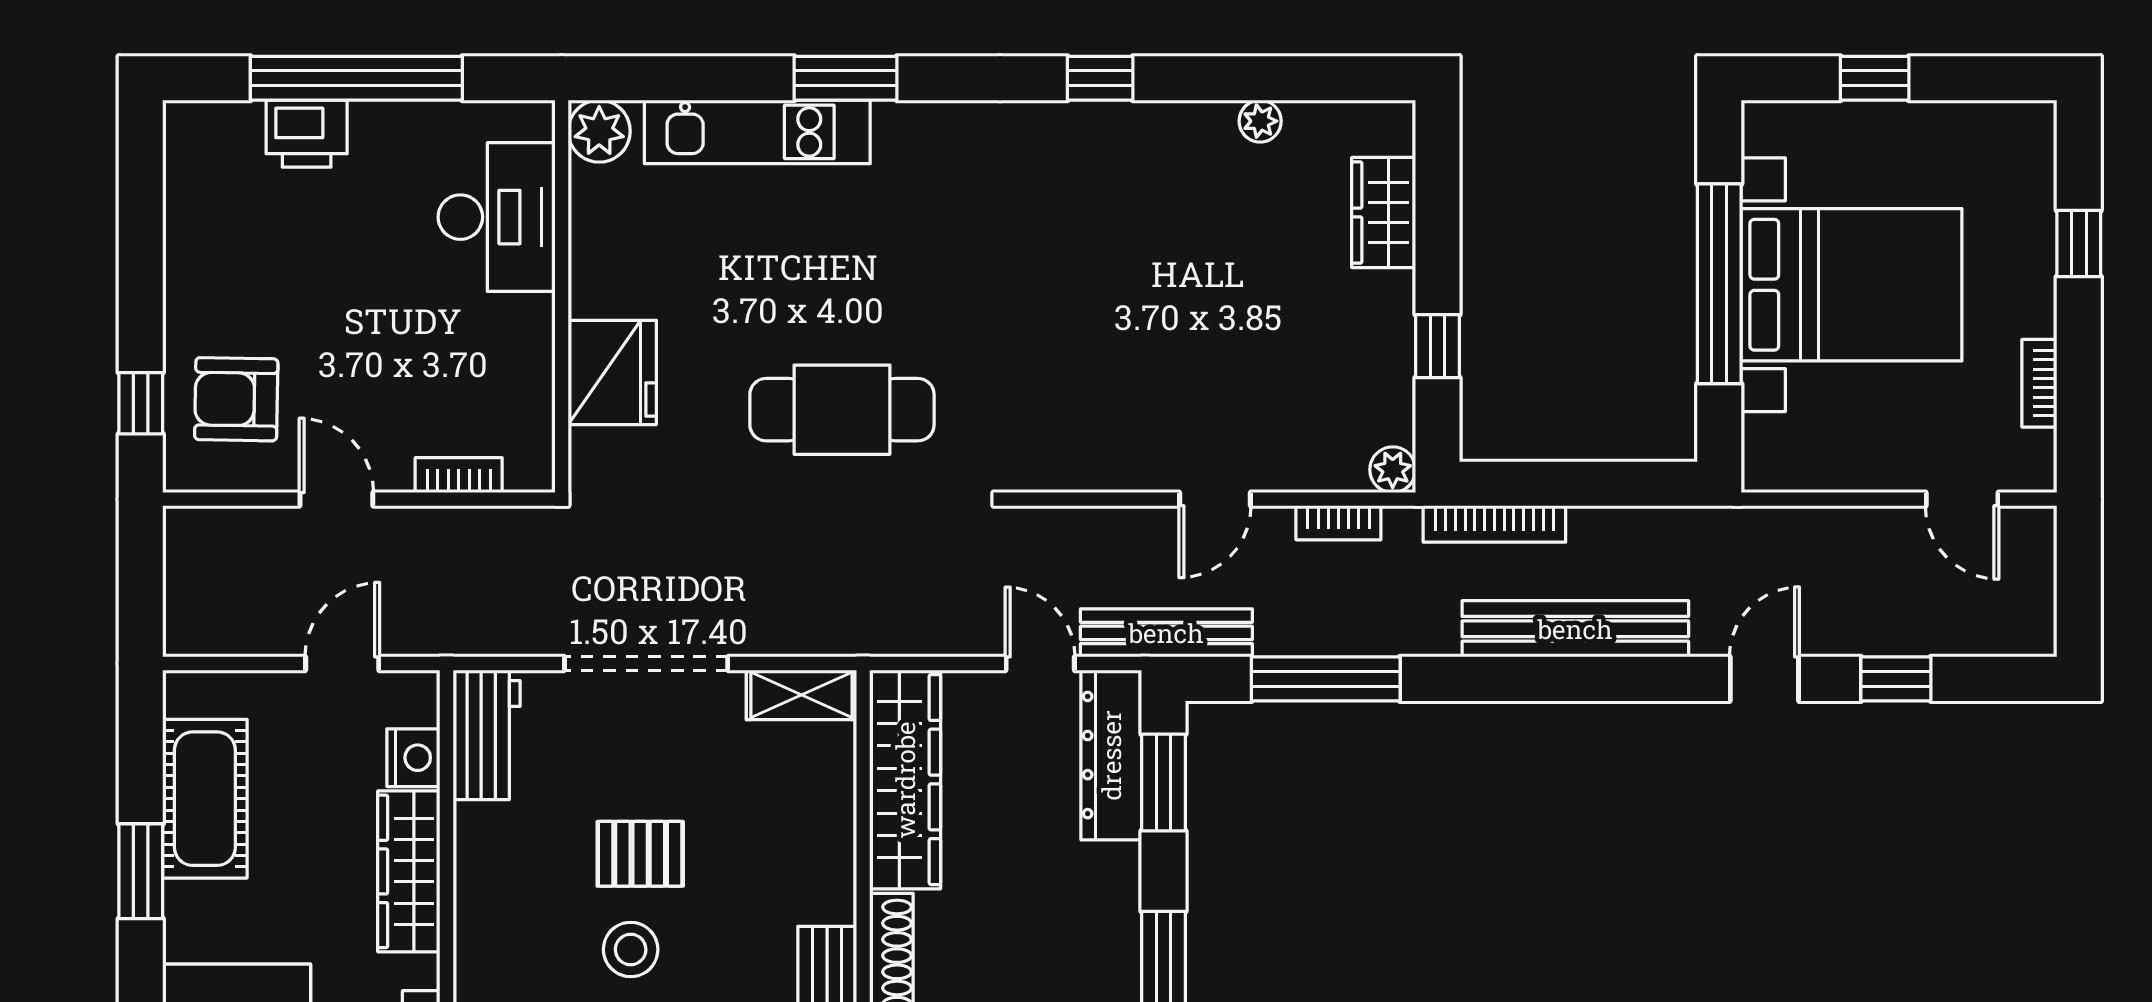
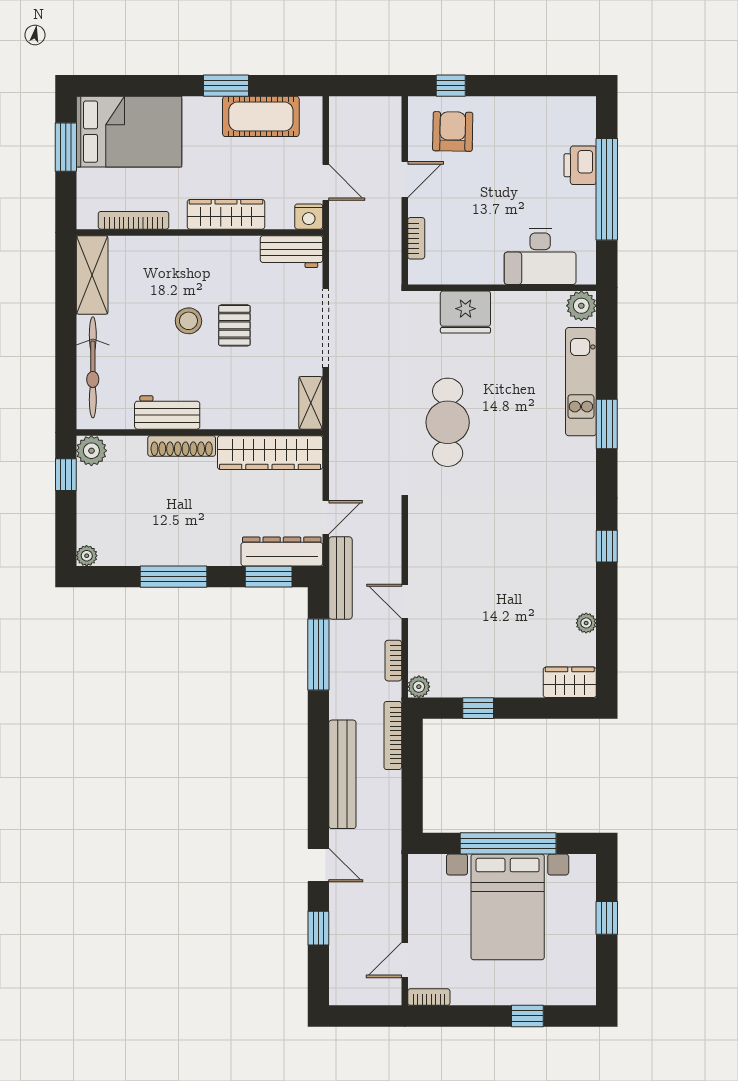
wardrobe: (1384, 213) -> (570, 682), moved
bookcase: (2039, 383) -> (429, 997), moved
nightstand: (413, 758) -> (309, 217), moved

